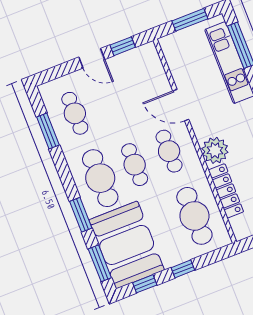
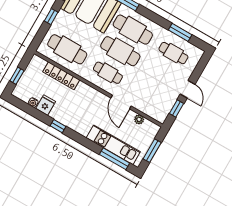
door: (92, 58) -> (188, 89), swing flipped
door: (181, 105) -> (121, 102), swing flipped
plant: (215, 150) -> (139, 119), moved, width x0.53, depth x0.53
cafe table: (135, 165) -> (120, 51), width x1.37, depth x1.35

